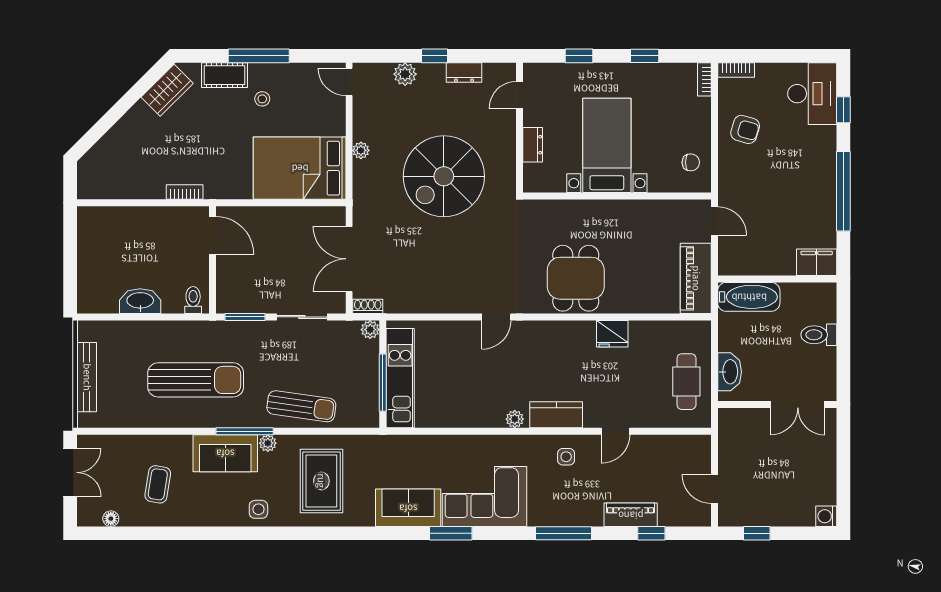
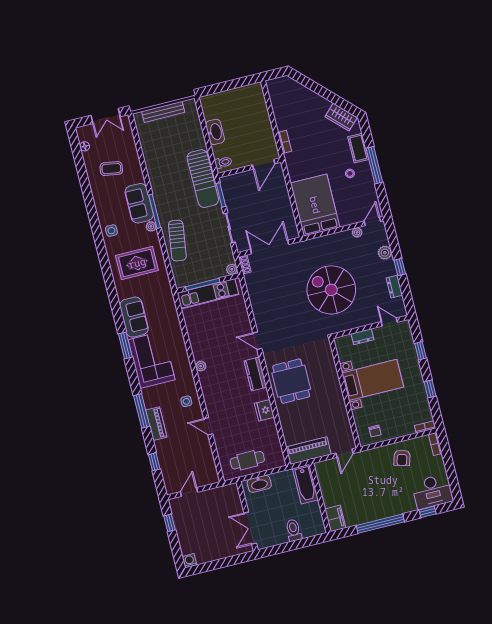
plant: (361, 150) -> (357, 232), moved
dining table: (576, 278) -> (291, 381), turned 90
sun lounger: (196, 380) -> (203, 179), moved
kitchen counter: (556, 415) -> (255, 374), moved, turned 180
piano: (631, 515) -> (156, 424), moved

